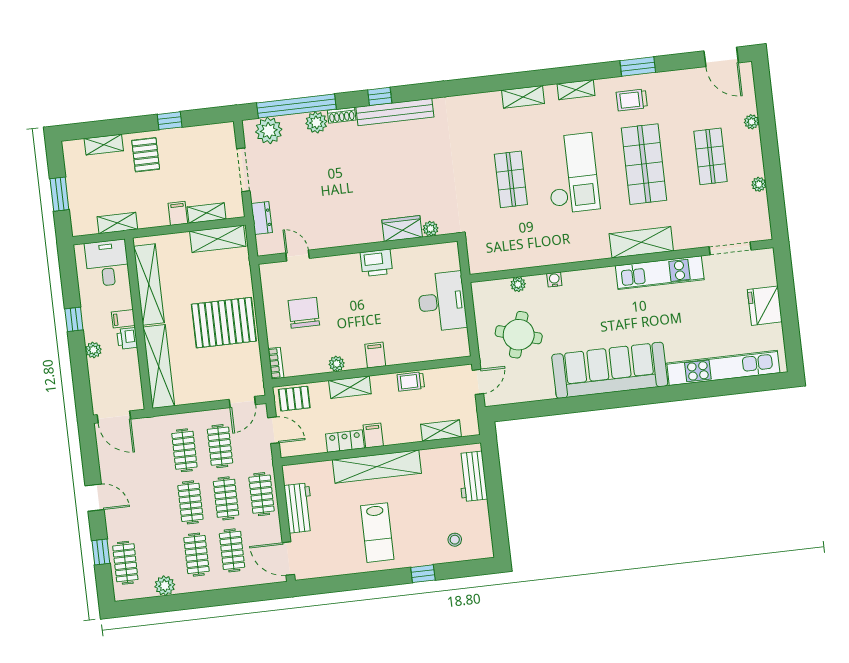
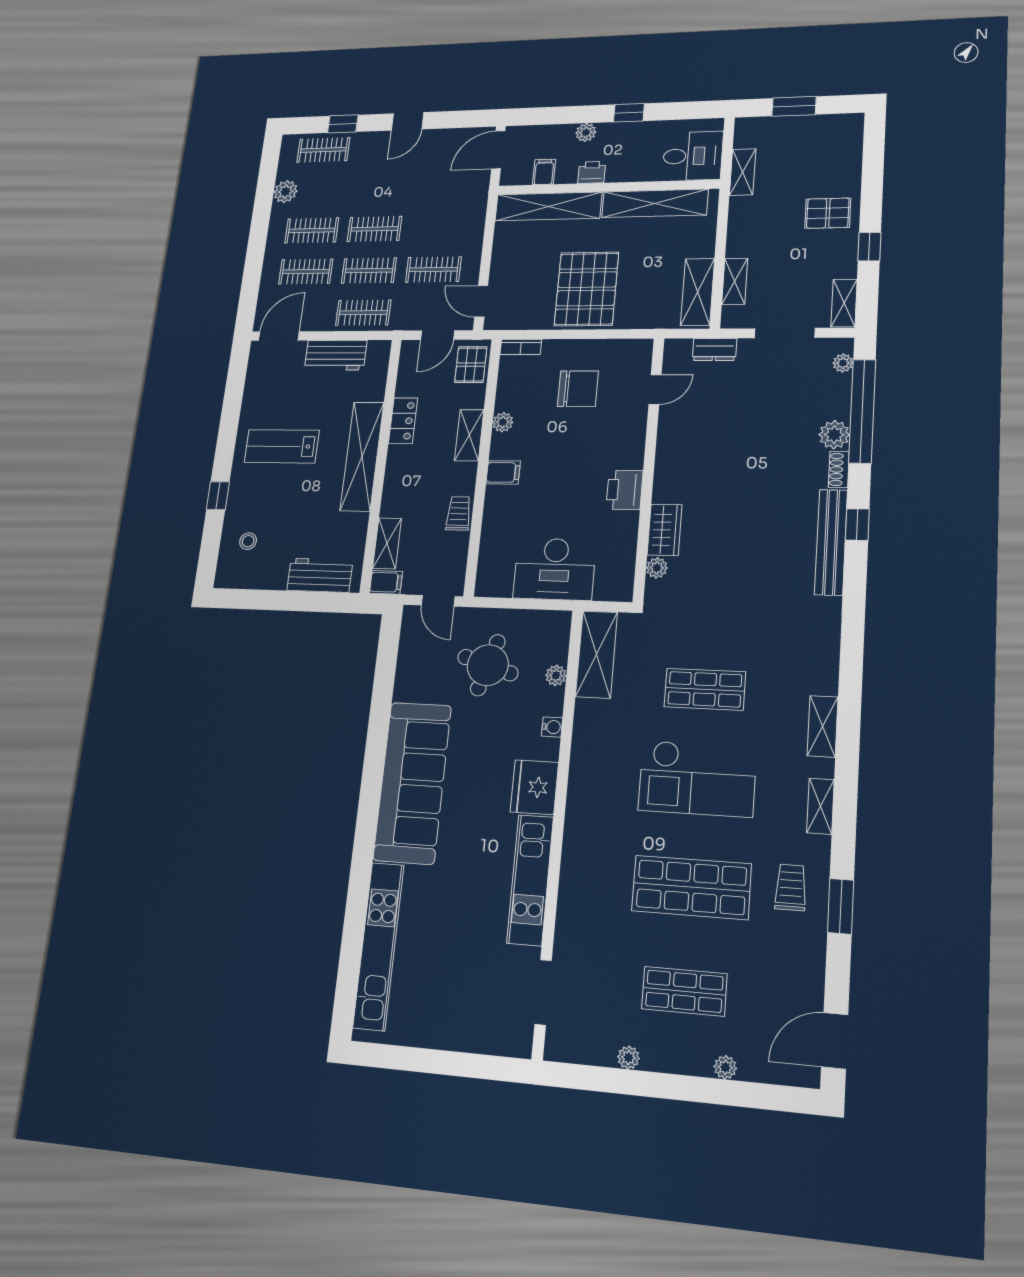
plant: (269, 131) -> (843, 363), width x0.53, depth x0.53
shelving: (104, 145) -> (844, 303), moved
filing cabinet: (178, 213) -> (741, 246), removed
shelving: (641, 242) -> (597, 654), moved
fridge: (765, 306) -> (534, 787), moved, turned -90
filing cabinet: (123, 319) -> (544, 172), moved
filing cabinet: (373, 435) -> (386, 582), moved
clothes rail: (184, 450) -> (438, 228), removed

